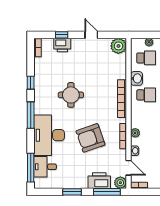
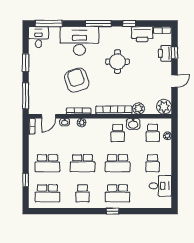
desk: (45, 167) -> (38, 37), moved
printer: (99, 181) -> (142, 34), moved, turned 90
plant: (120, 183) -> (139, 108), moved

